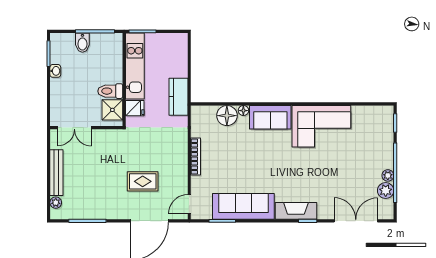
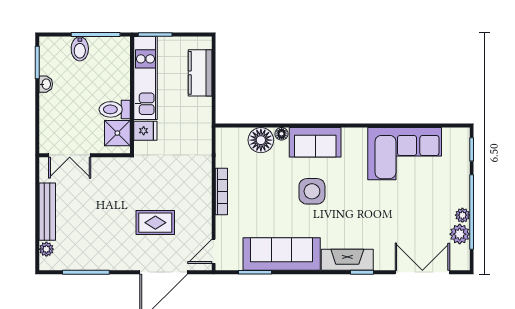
kitchen counter: (178, 97) -> (200, 73), moved
corner sofa: (321, 126) -> (405, 154), moved
side table: (268, 156) -> (312, 191), added

